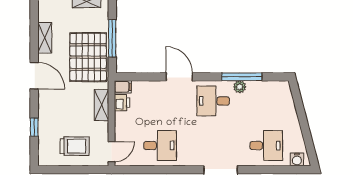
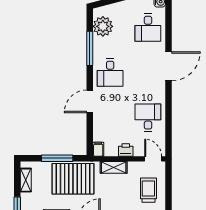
plant: (240, 87) -> (103, 26), moved, width x1.88, depth x1.88
printer: (122, 103) -> (126, 150), moved
desk: (266, 146) -> (148, 28), turned 180

